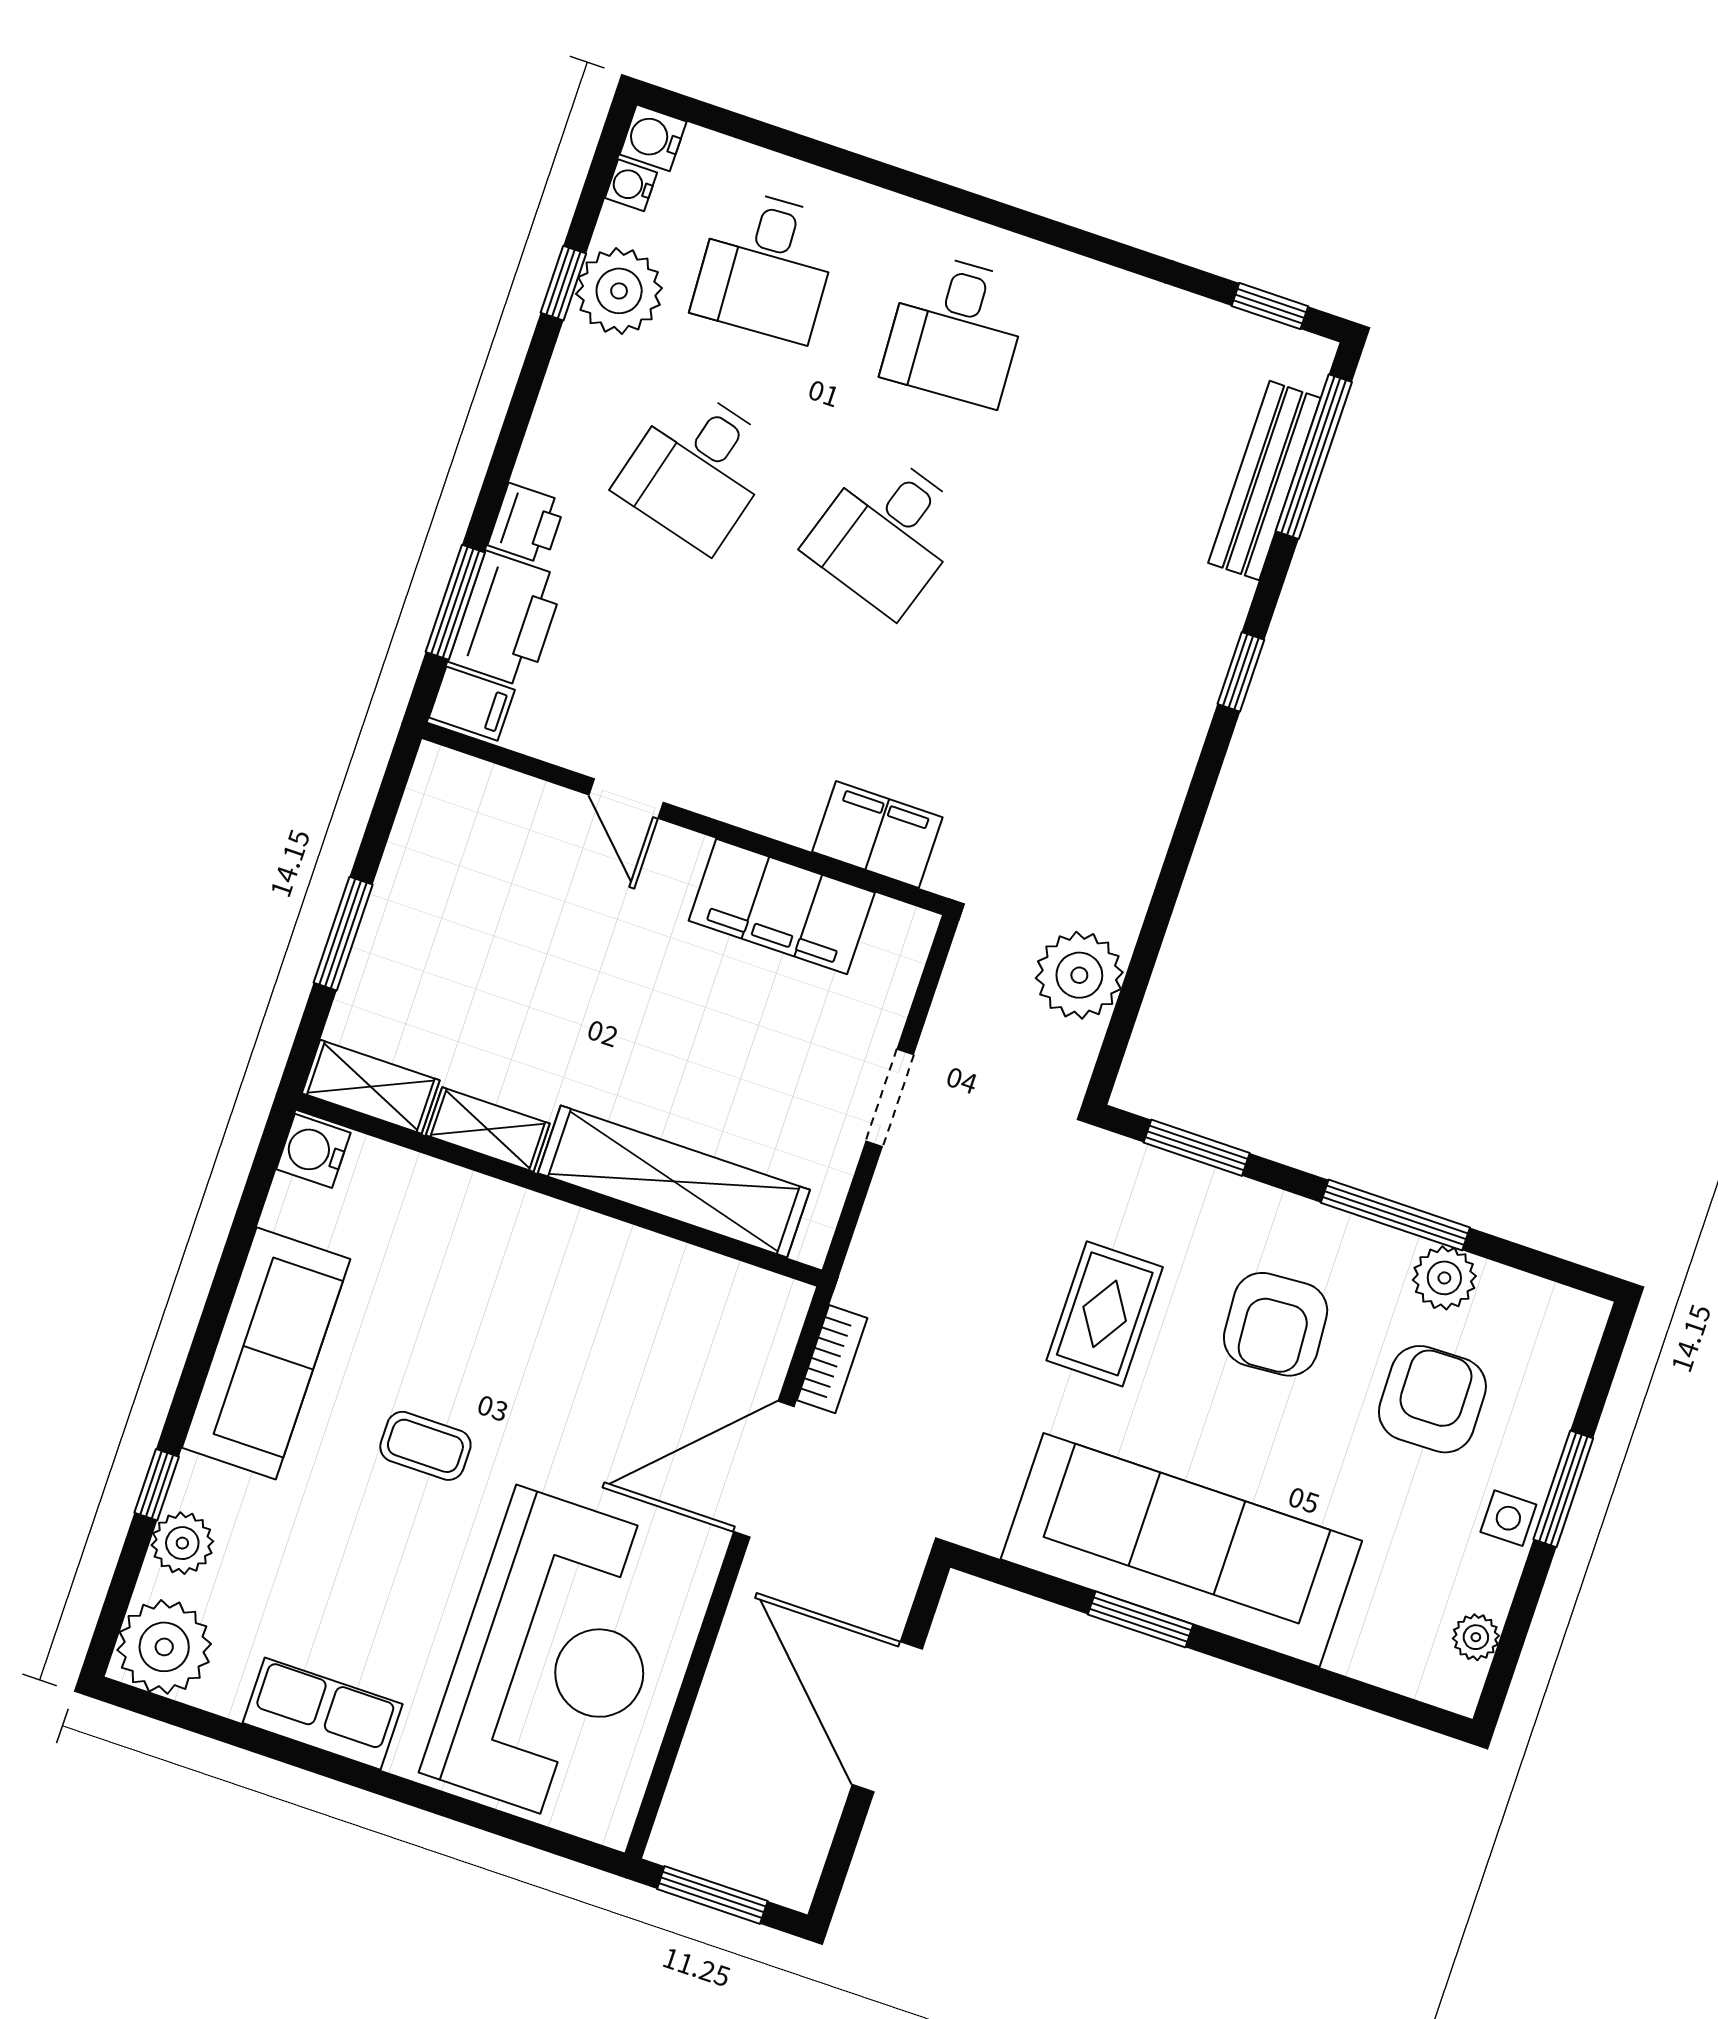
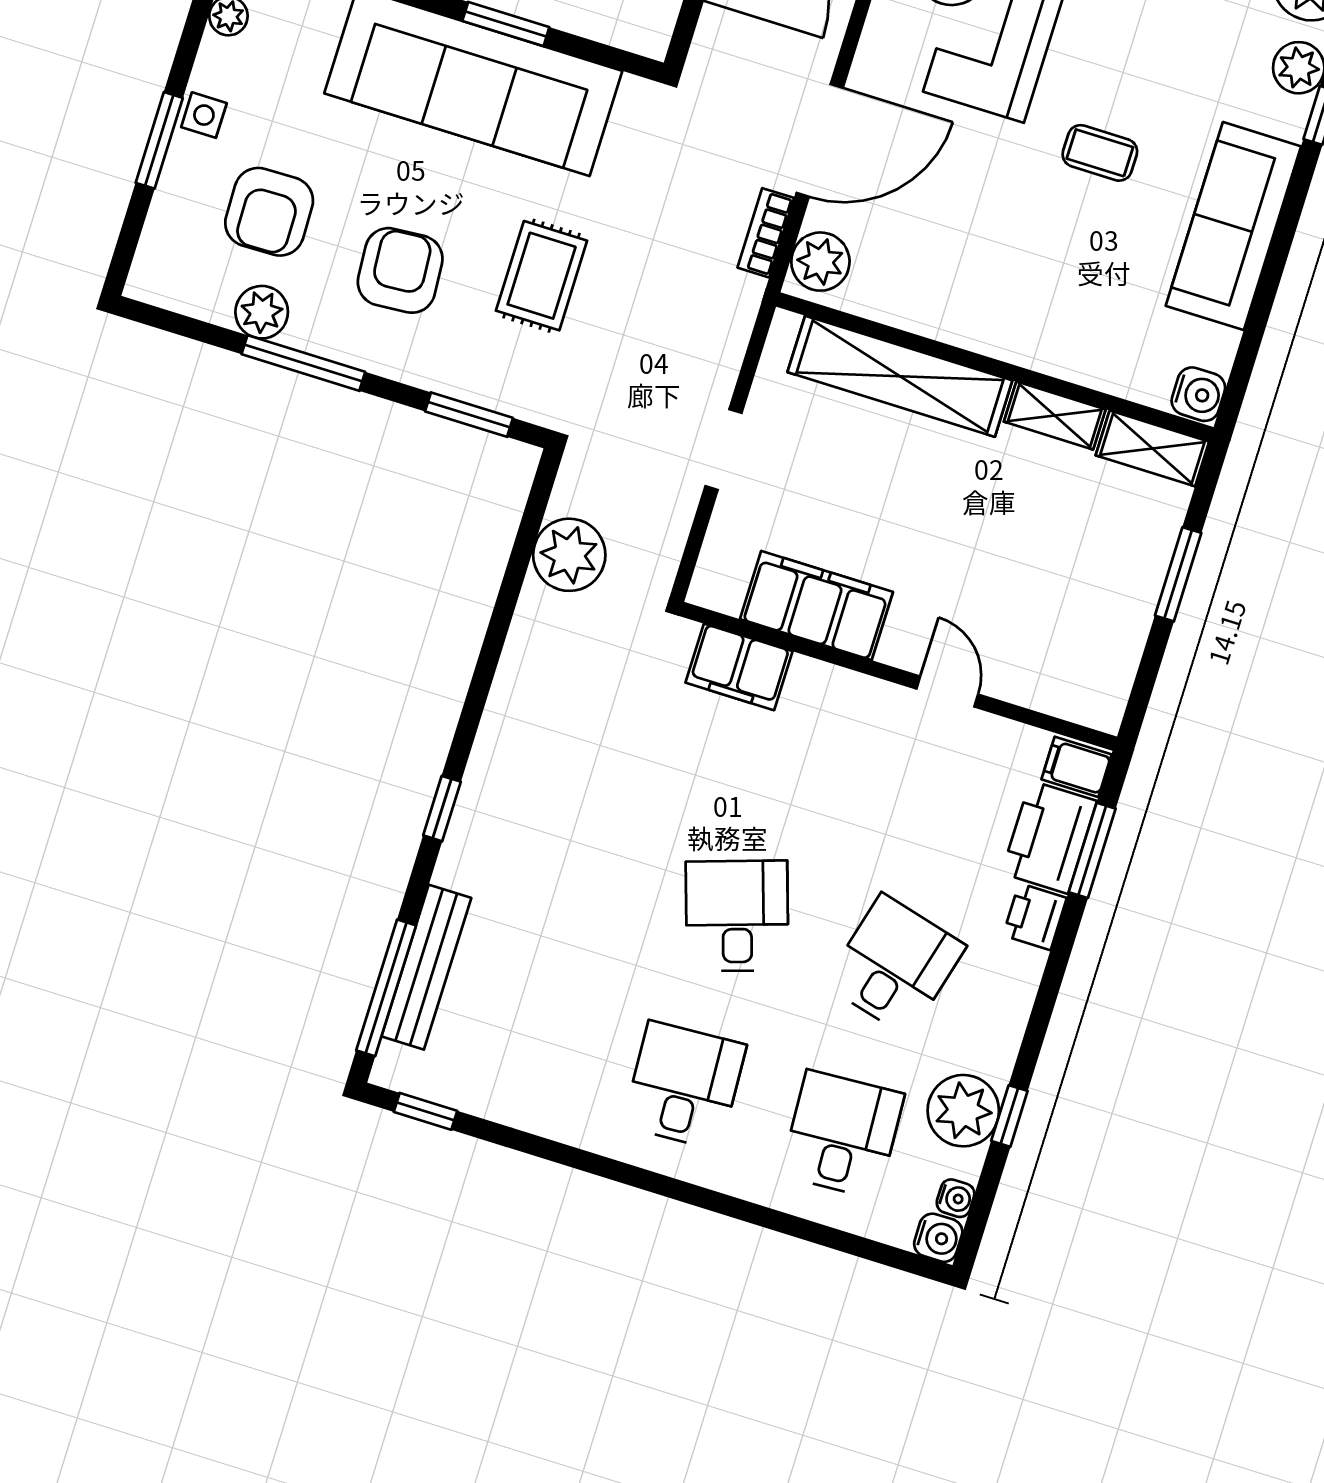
desk: (887, 533) -> (737, 916), turned -36
plant: (767, 1323) -> (820, 262), added

